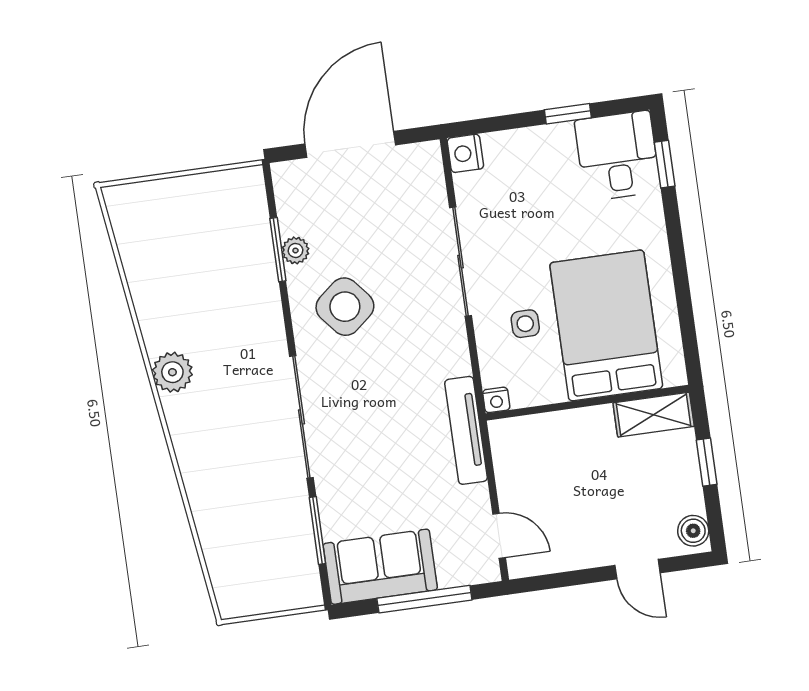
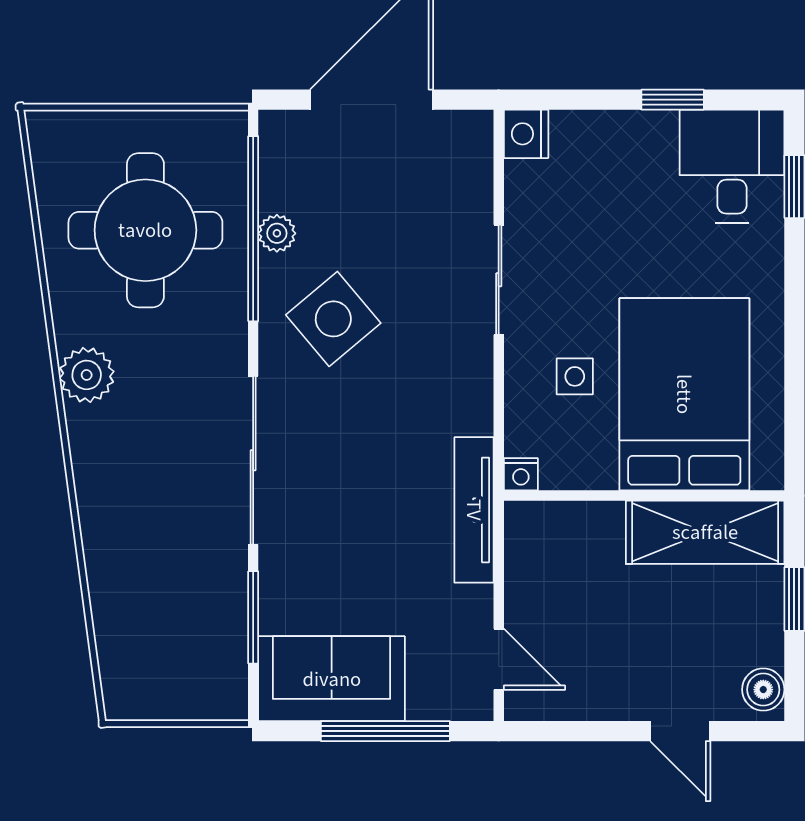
window: (278, 250) -> (253, 229), width x2.11
round table: (200, 262) -> (145, 230), added
sliding door: (461, 262) -> (499, 280), width x0.73
shelving: (654, 415) -> (705, 532), width x1.50, depth x1.33

